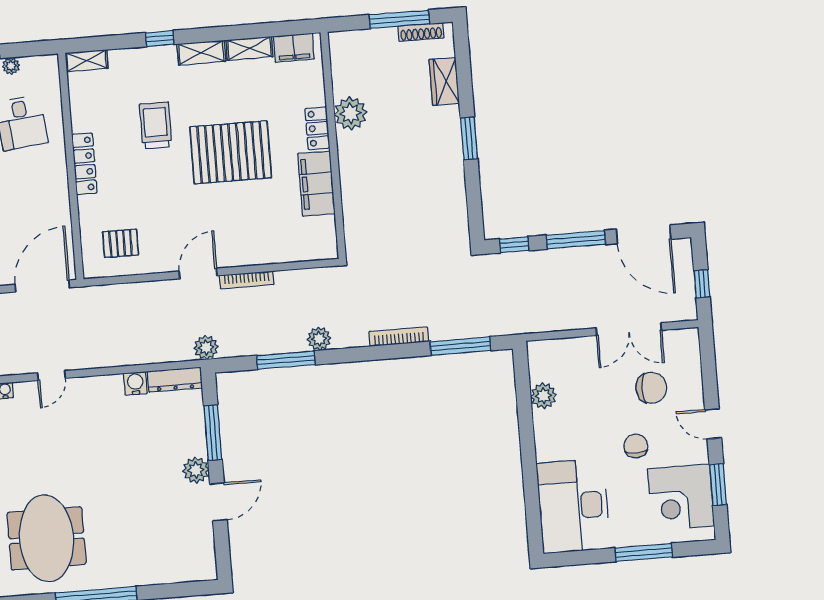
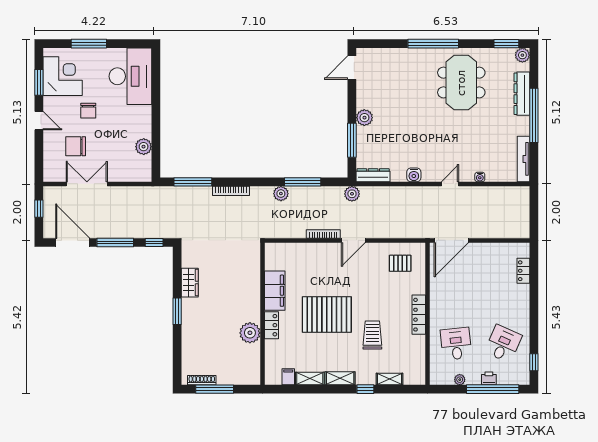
filing cabinet: (294, 48) -> (288, 377), width x0.50
shelving: (87, 61) -> (389, 379), moved
wardrobe: (444, 81) -> (190, 283), moved
trolley: (156, 125) -> (372, 335), turned 180
water cooler: (135, 383) -> (414, 175), moved
door: (218, 502) -> (352, 68), moved

